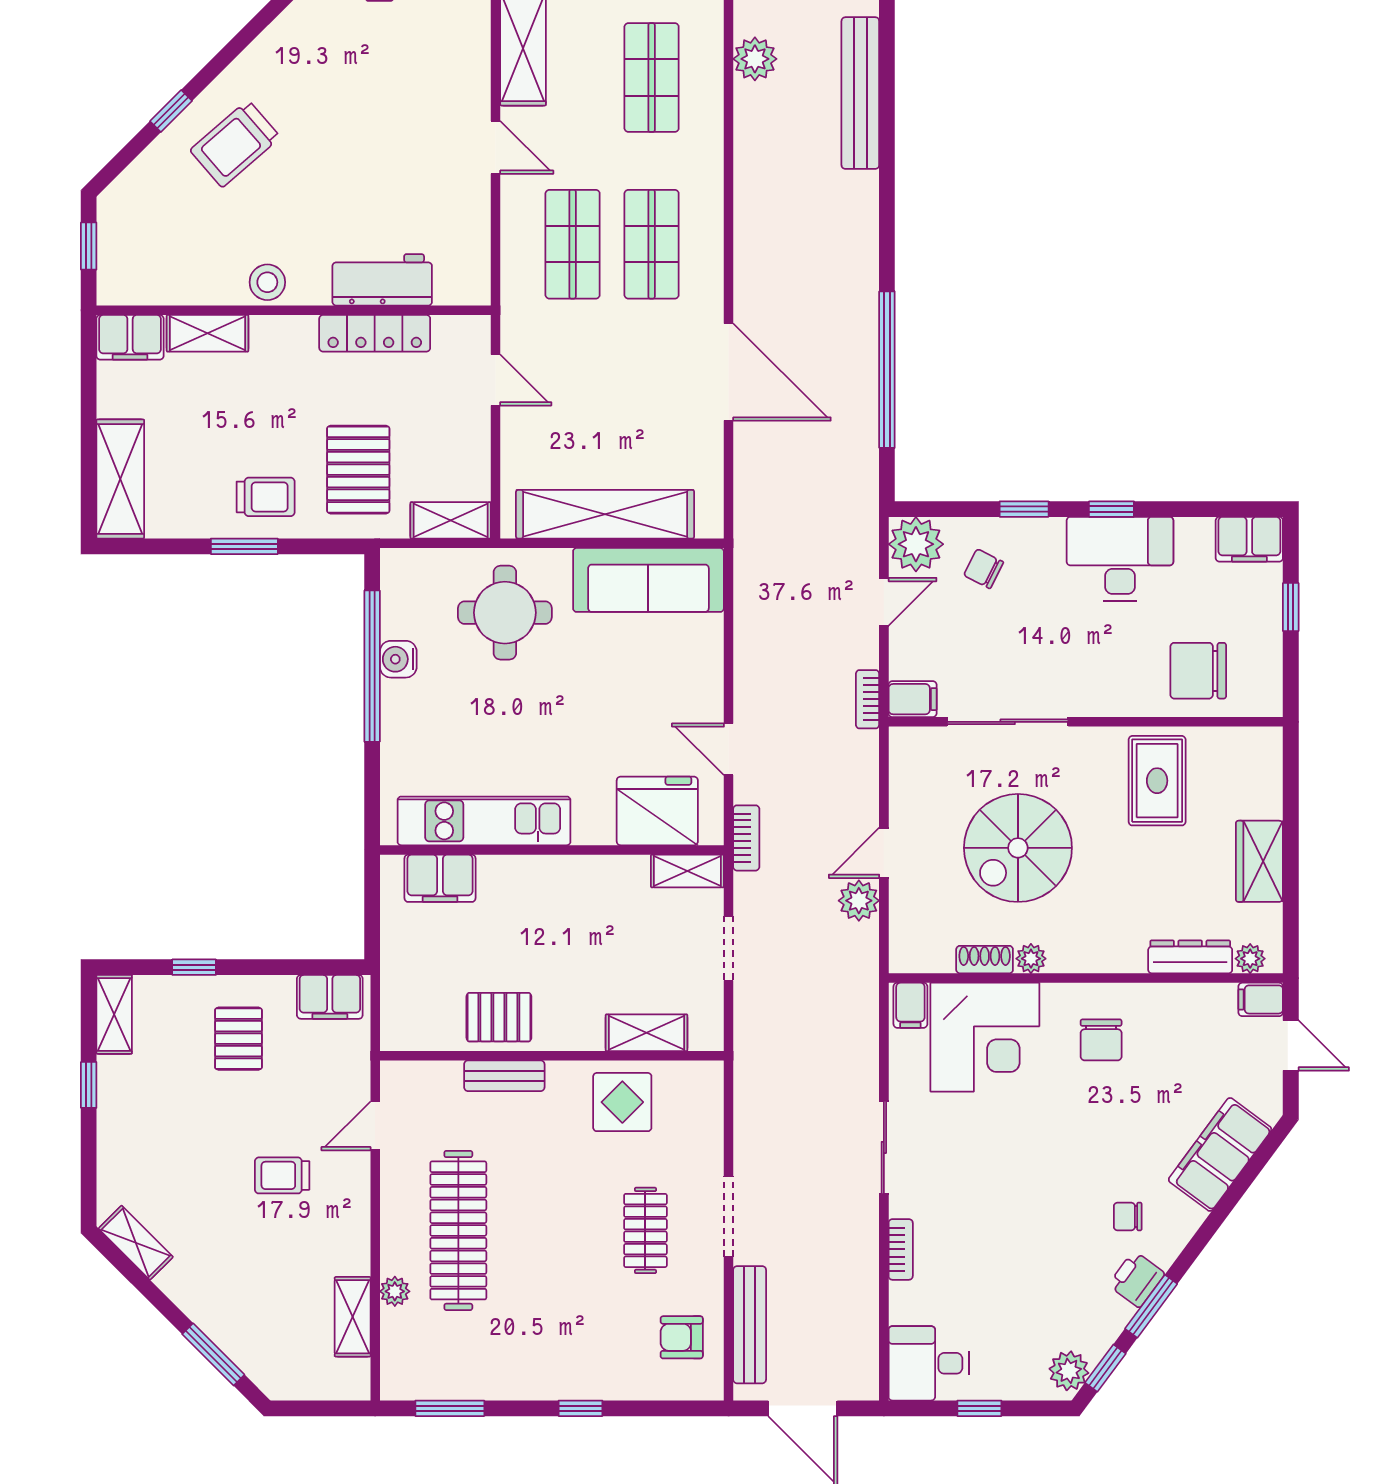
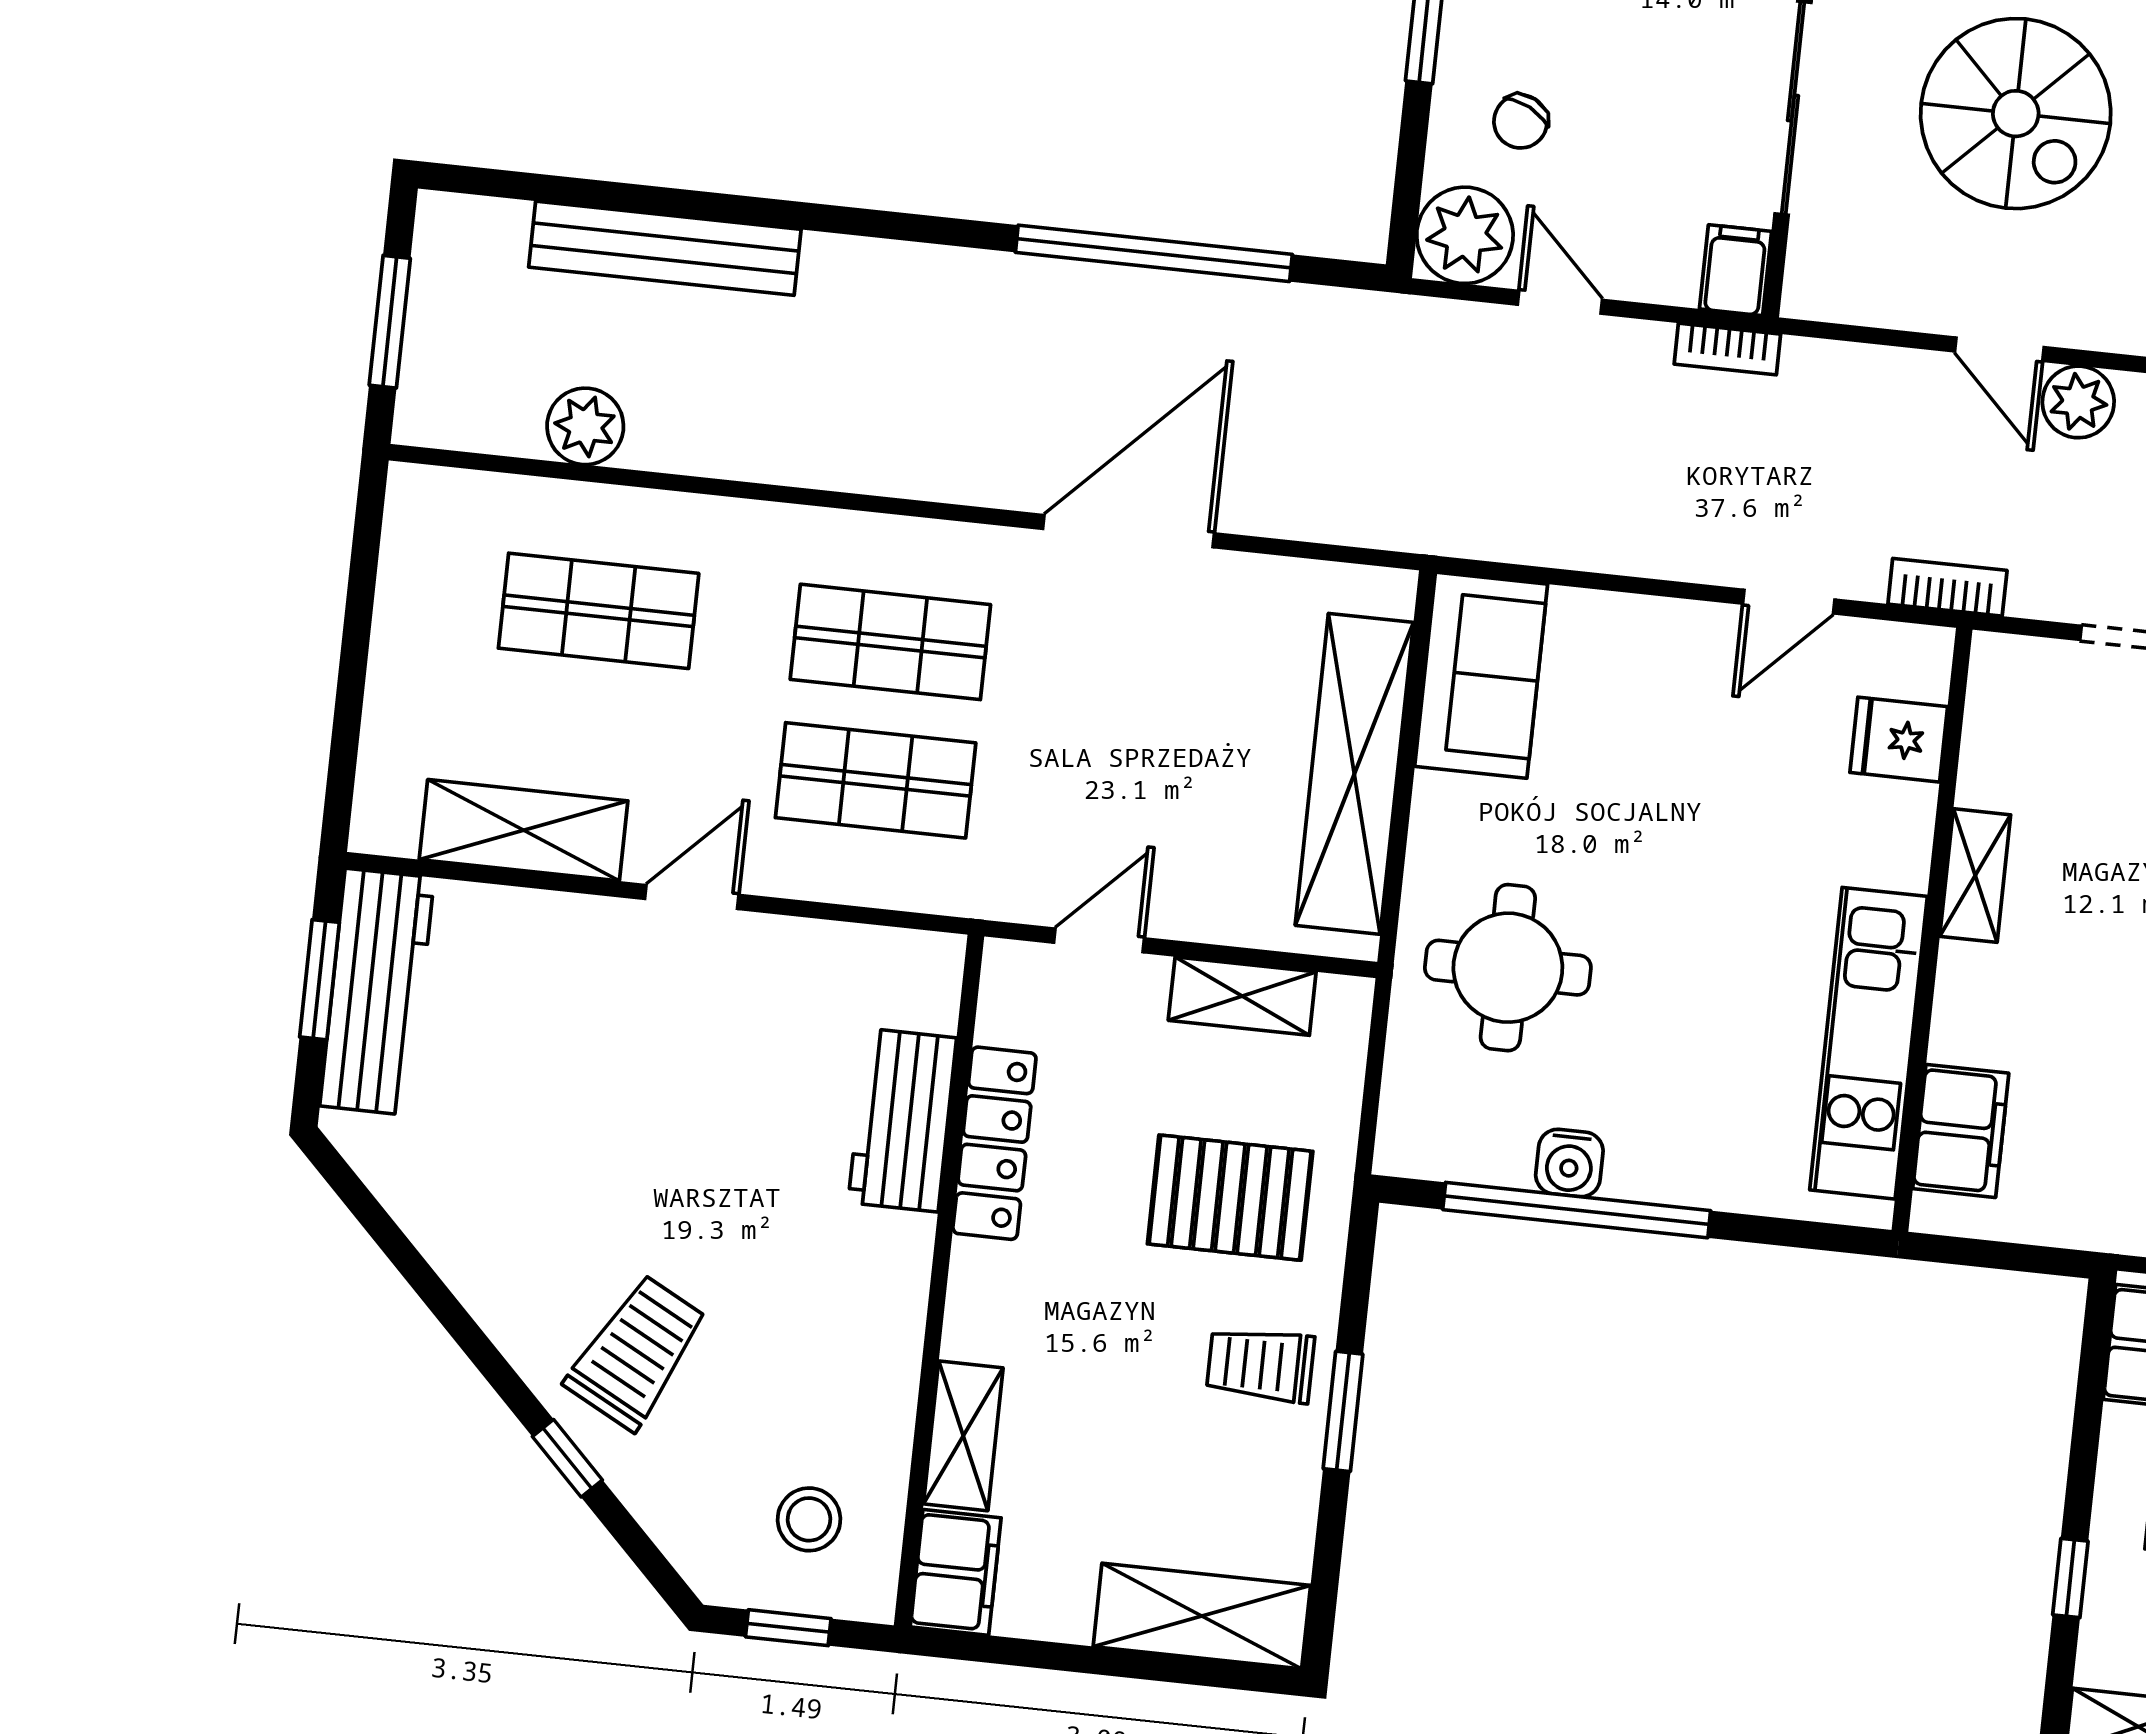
trolley: (235, 144) -> (637, 1352), turned -111
stool: (267, 282) -> (809, 1519), moved
trolley: (266, 497) -> (1261, 1365), turned -90
shelving: (451, 520) -> (1242, 996), moved, turned 90
sofa: (648, 580) -> (1481, 675), width x0.73
fridge: (657, 811) -> (1899, 740), width x0.53, depth x0.75
shelving: (687, 871) -> (1975, 876), moved

